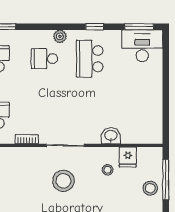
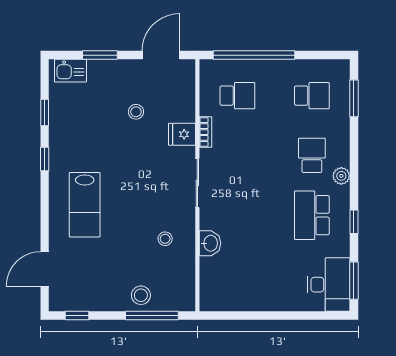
school desk: (90, 59) -> (312, 215), turned -90
fridge: (128, 157) -> (182, 134), moved
stool: (63, 181) -> (136, 112), moved, width x0.53, depth x0.53

